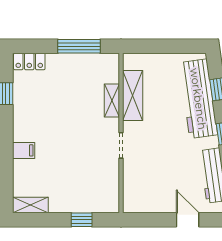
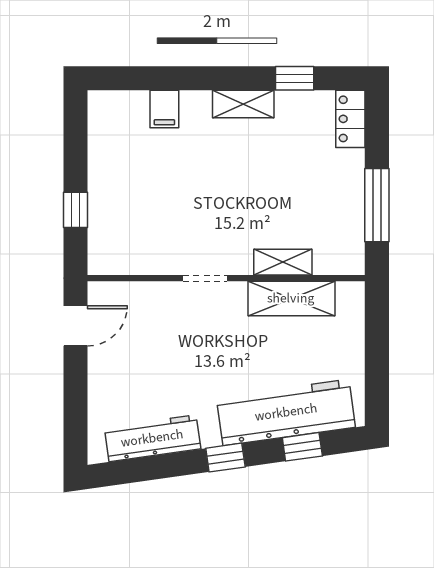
filing cabinet: (24, 150) -> (164, 109), moved
shelving: (30, 205) -> (243, 104), moved, turned 90
door: (188, 220) -> (76, 326), moved

